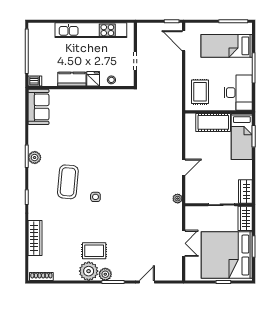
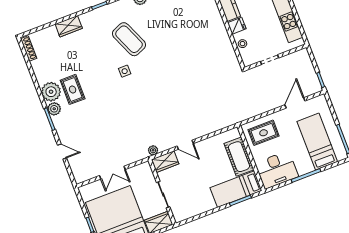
door: (184, 41) -> (295, 103), moved
coffee table: (68, 182) -> (129, 39), turned 62
wardrobe: (245, 191) -> (165, 162), moved, turned 180
wardrobe: (35, 238) -> (69, 26), width x0.67

